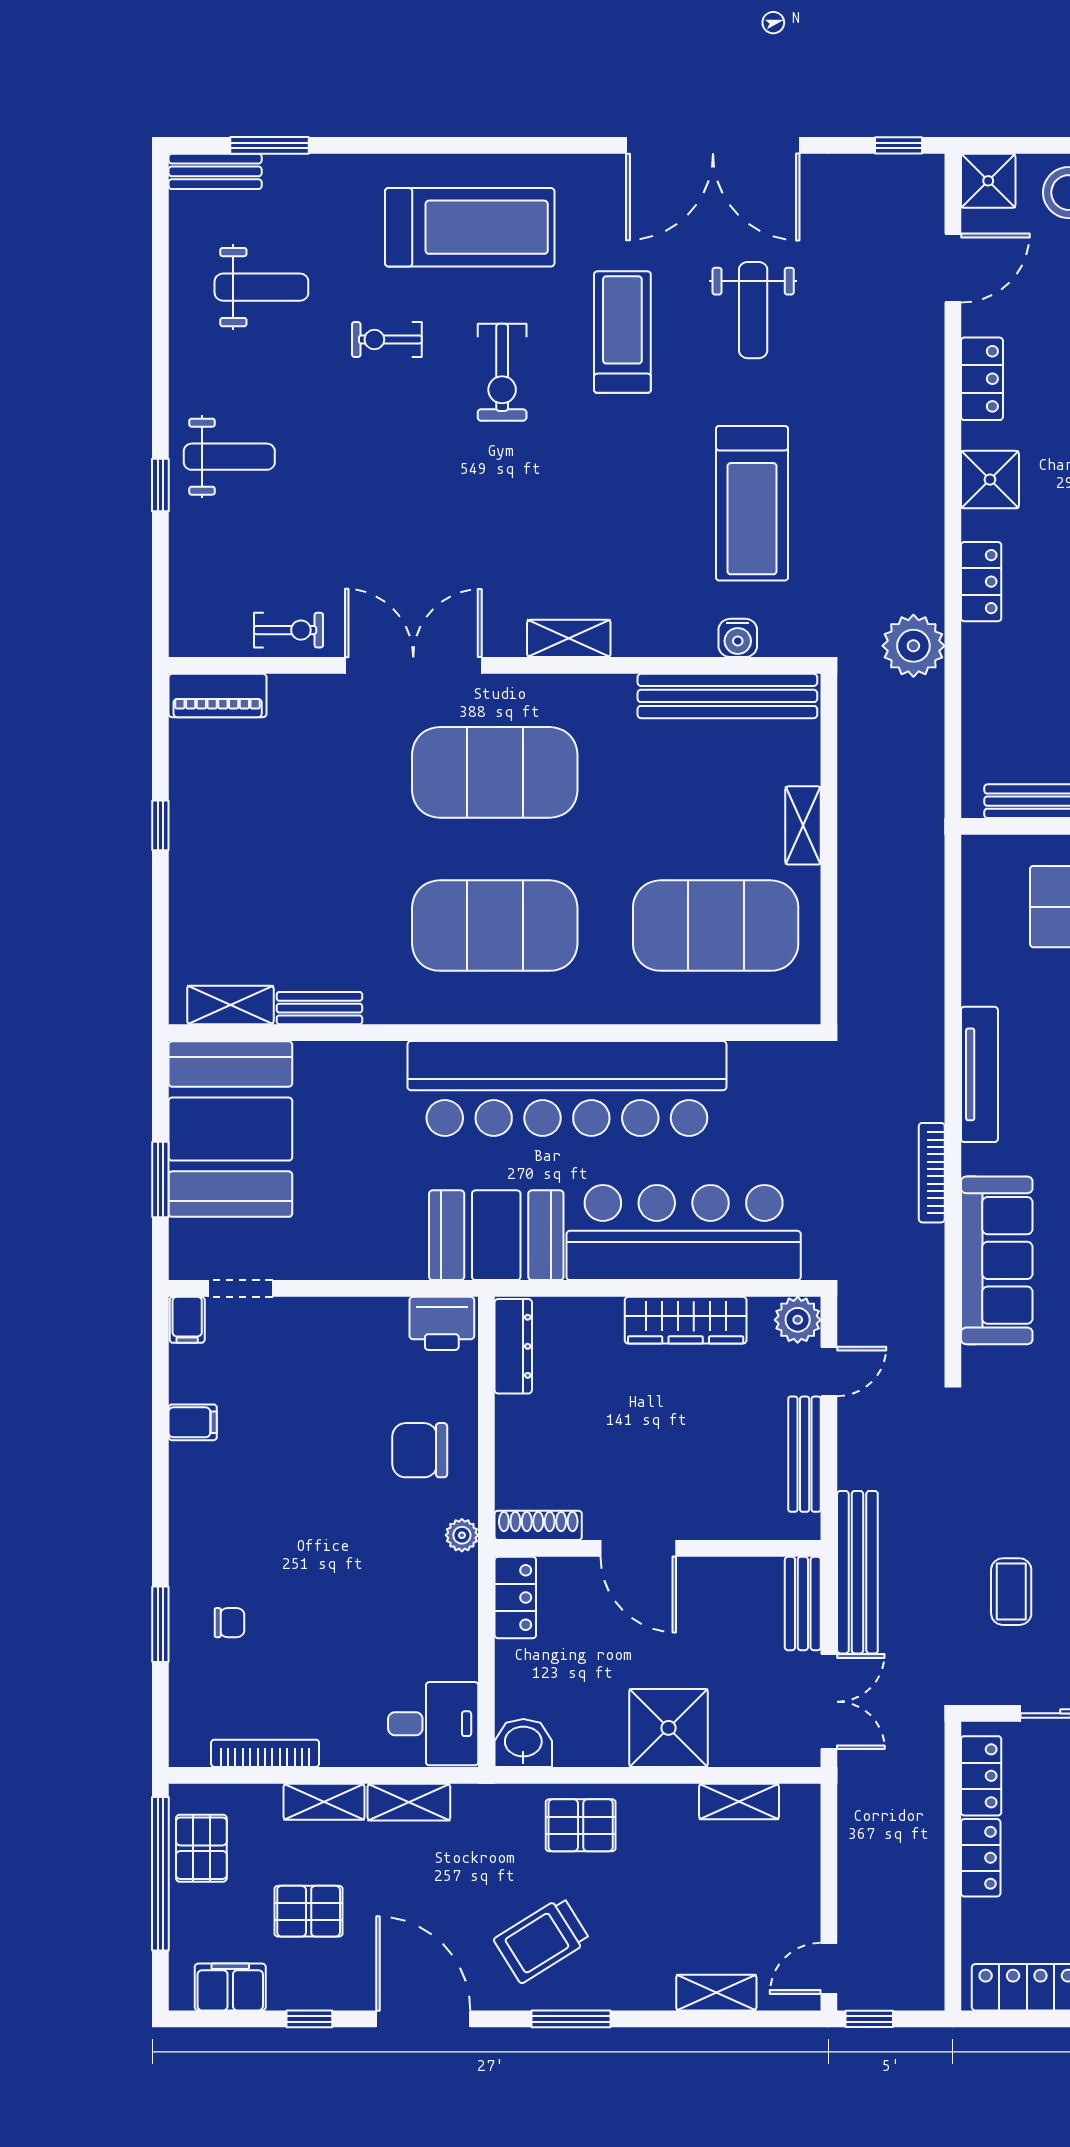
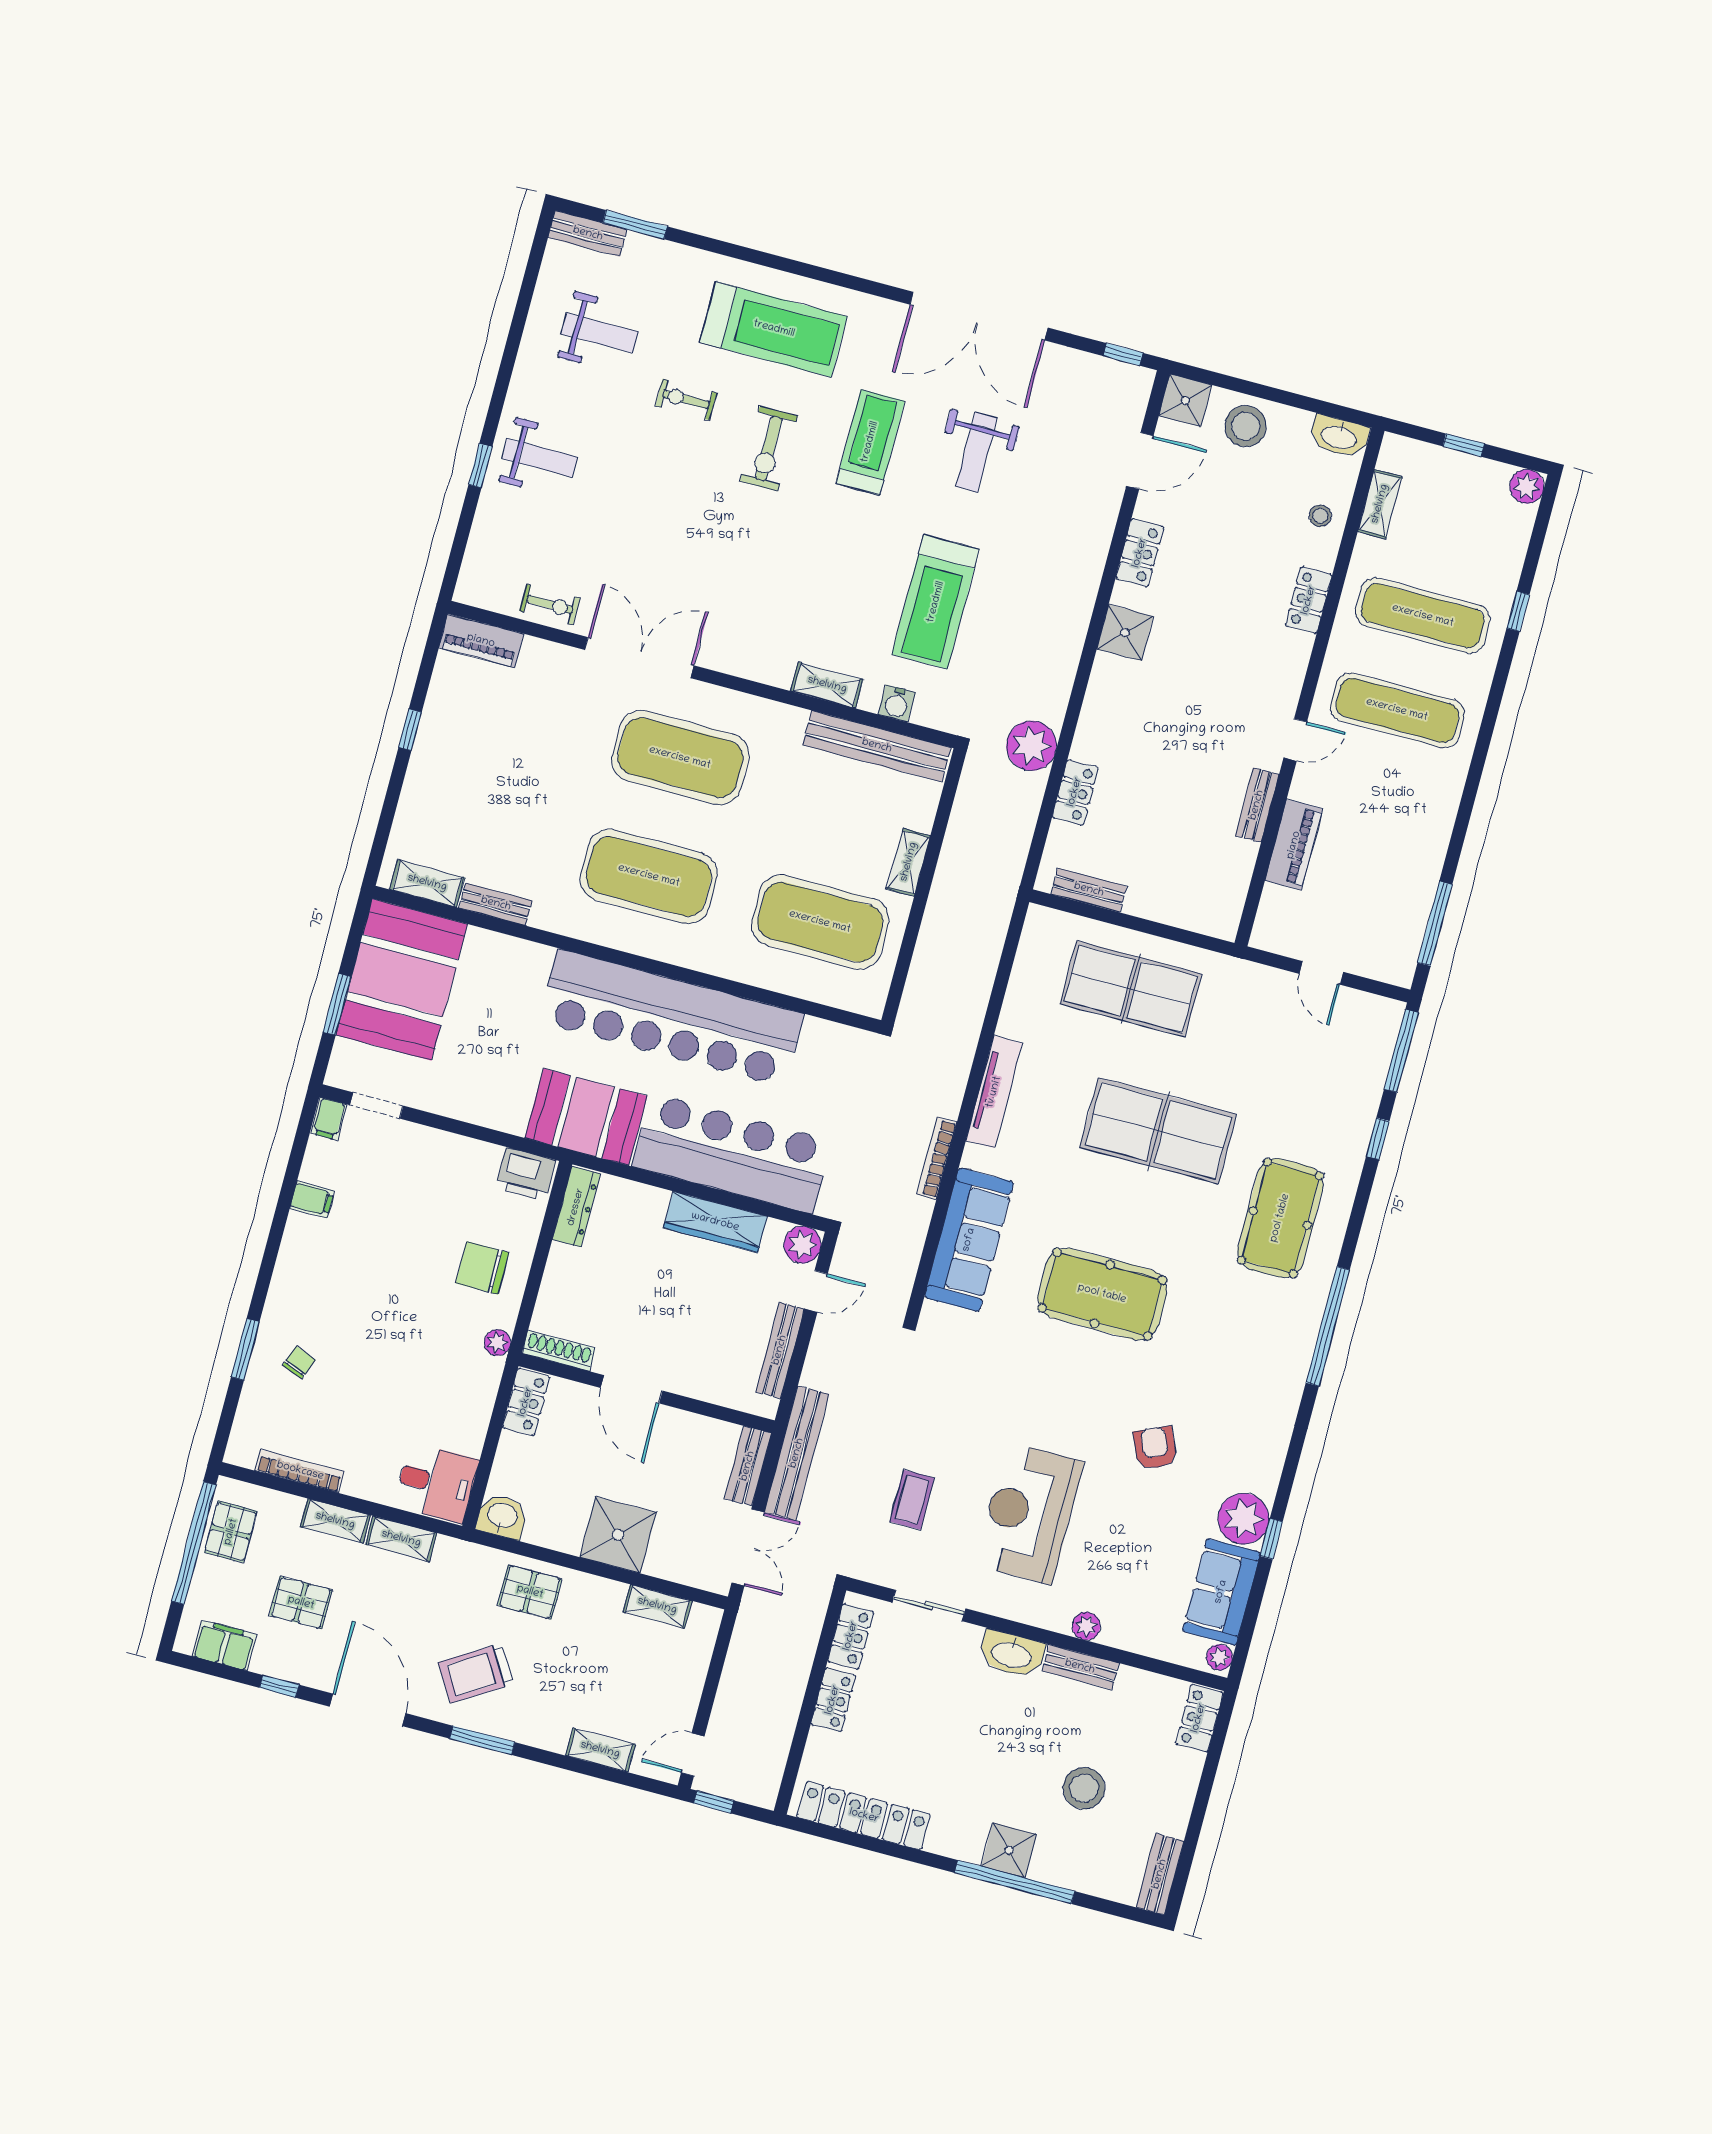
locker: (981, 582) -> (1075, 792), moved
shelving: (569, 638) -> (827, 685), moved
chair: (229, 1623) -> (299, 1362), turned -69

